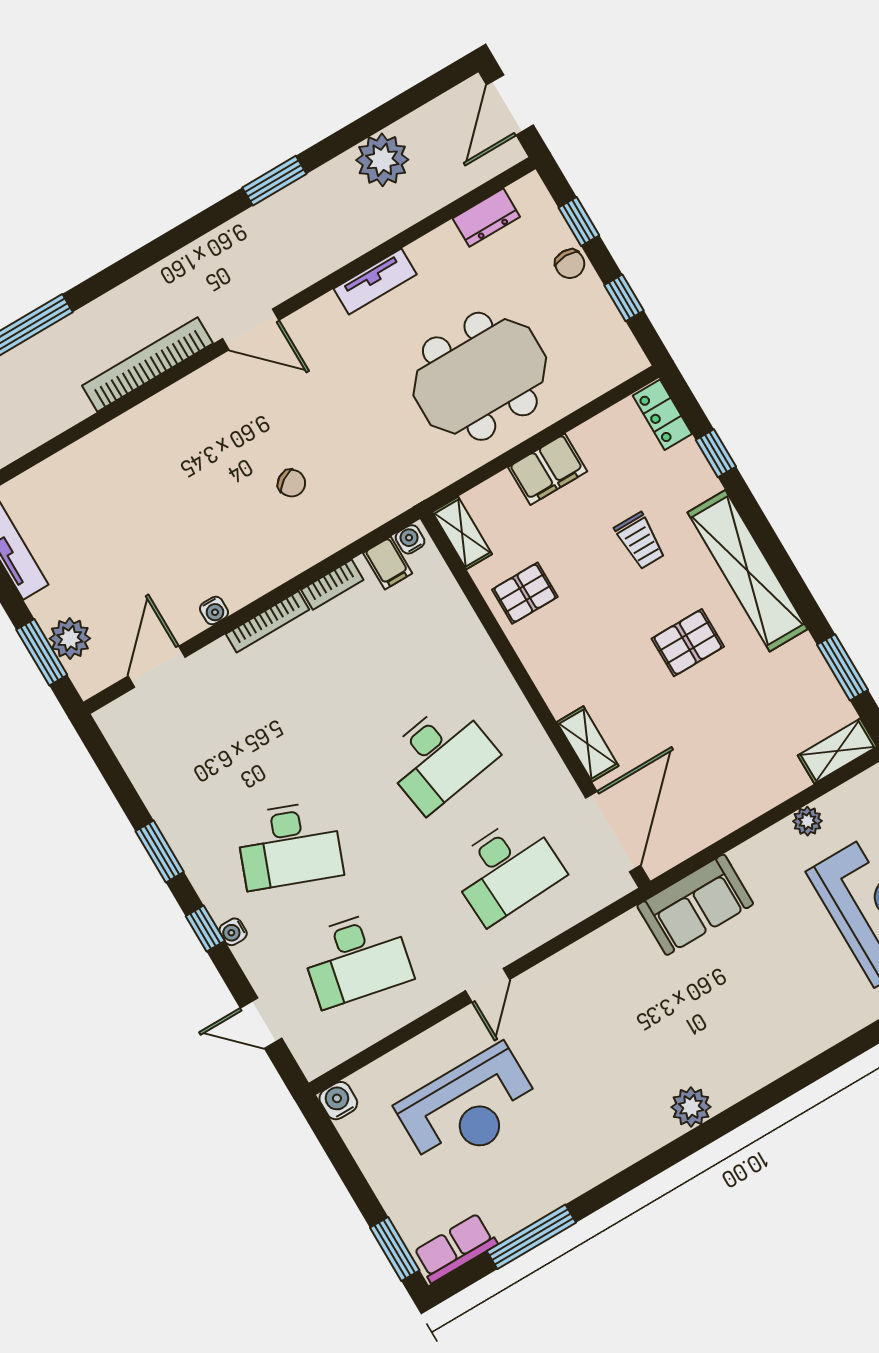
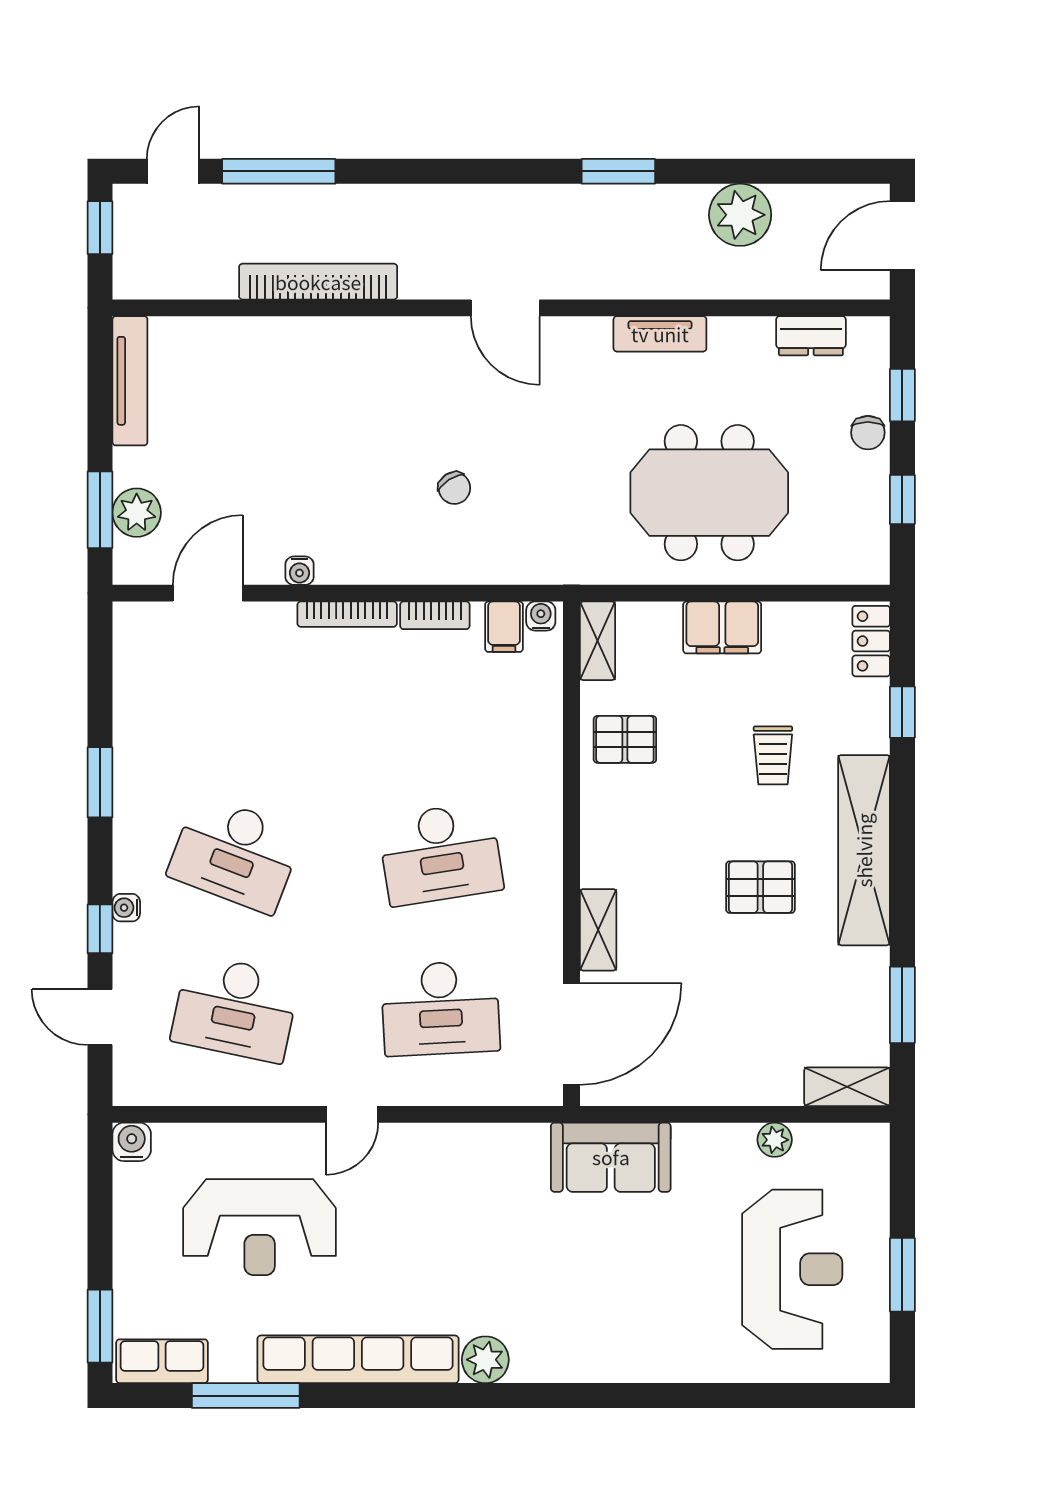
bookcase: (148, 365) -> (318, 282), moved
window: (205, 929) -> (100, 929), moved
row of seats: (598, 1162) -> (358, 1359), added

